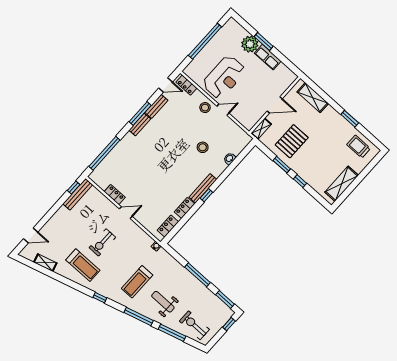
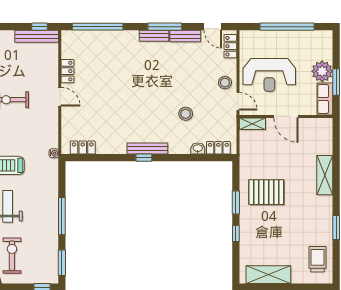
door: (275, 105) -> (286, 116), moved
wall: (275, 105) -> (286, 116), moved
shelving: (261, 129) -> (252, 124), moved
locker: (185, 208) -> (218, 148), moved

